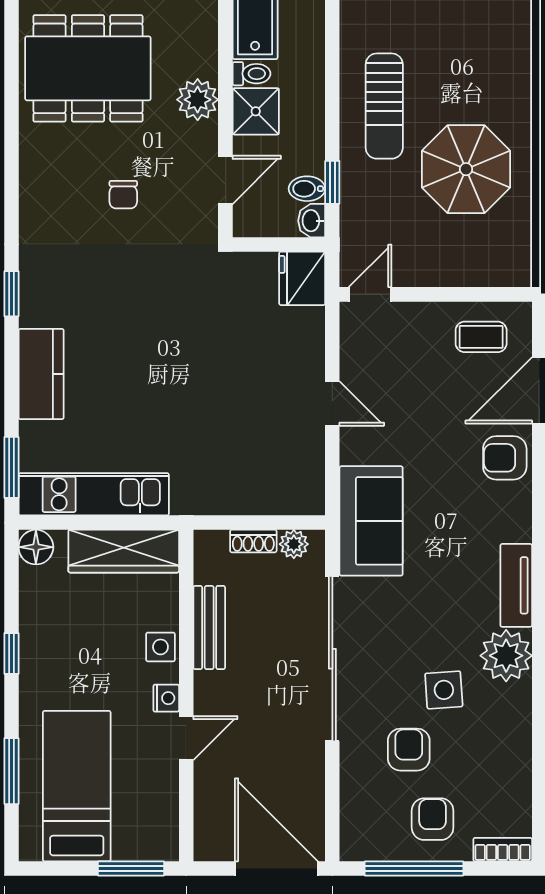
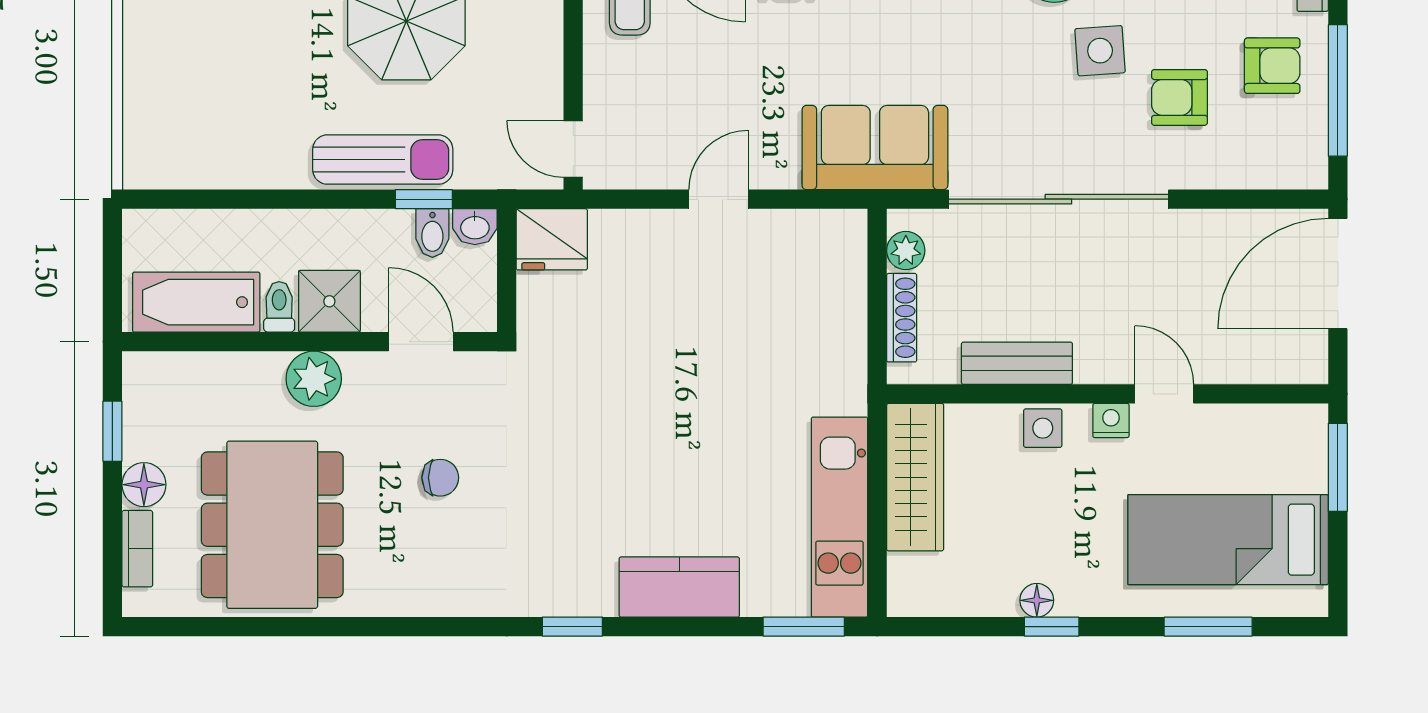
sun lounger: (384, 106) -> (383, 160), moved
shoe rack: (253, 541) -> (902, 318), width x1.43
floor lamp: (36, 547) -> (1037, 600), moved, width x0.73, depth x0.73
armchair: (433, 819) -> (1272, 66), turned 180

